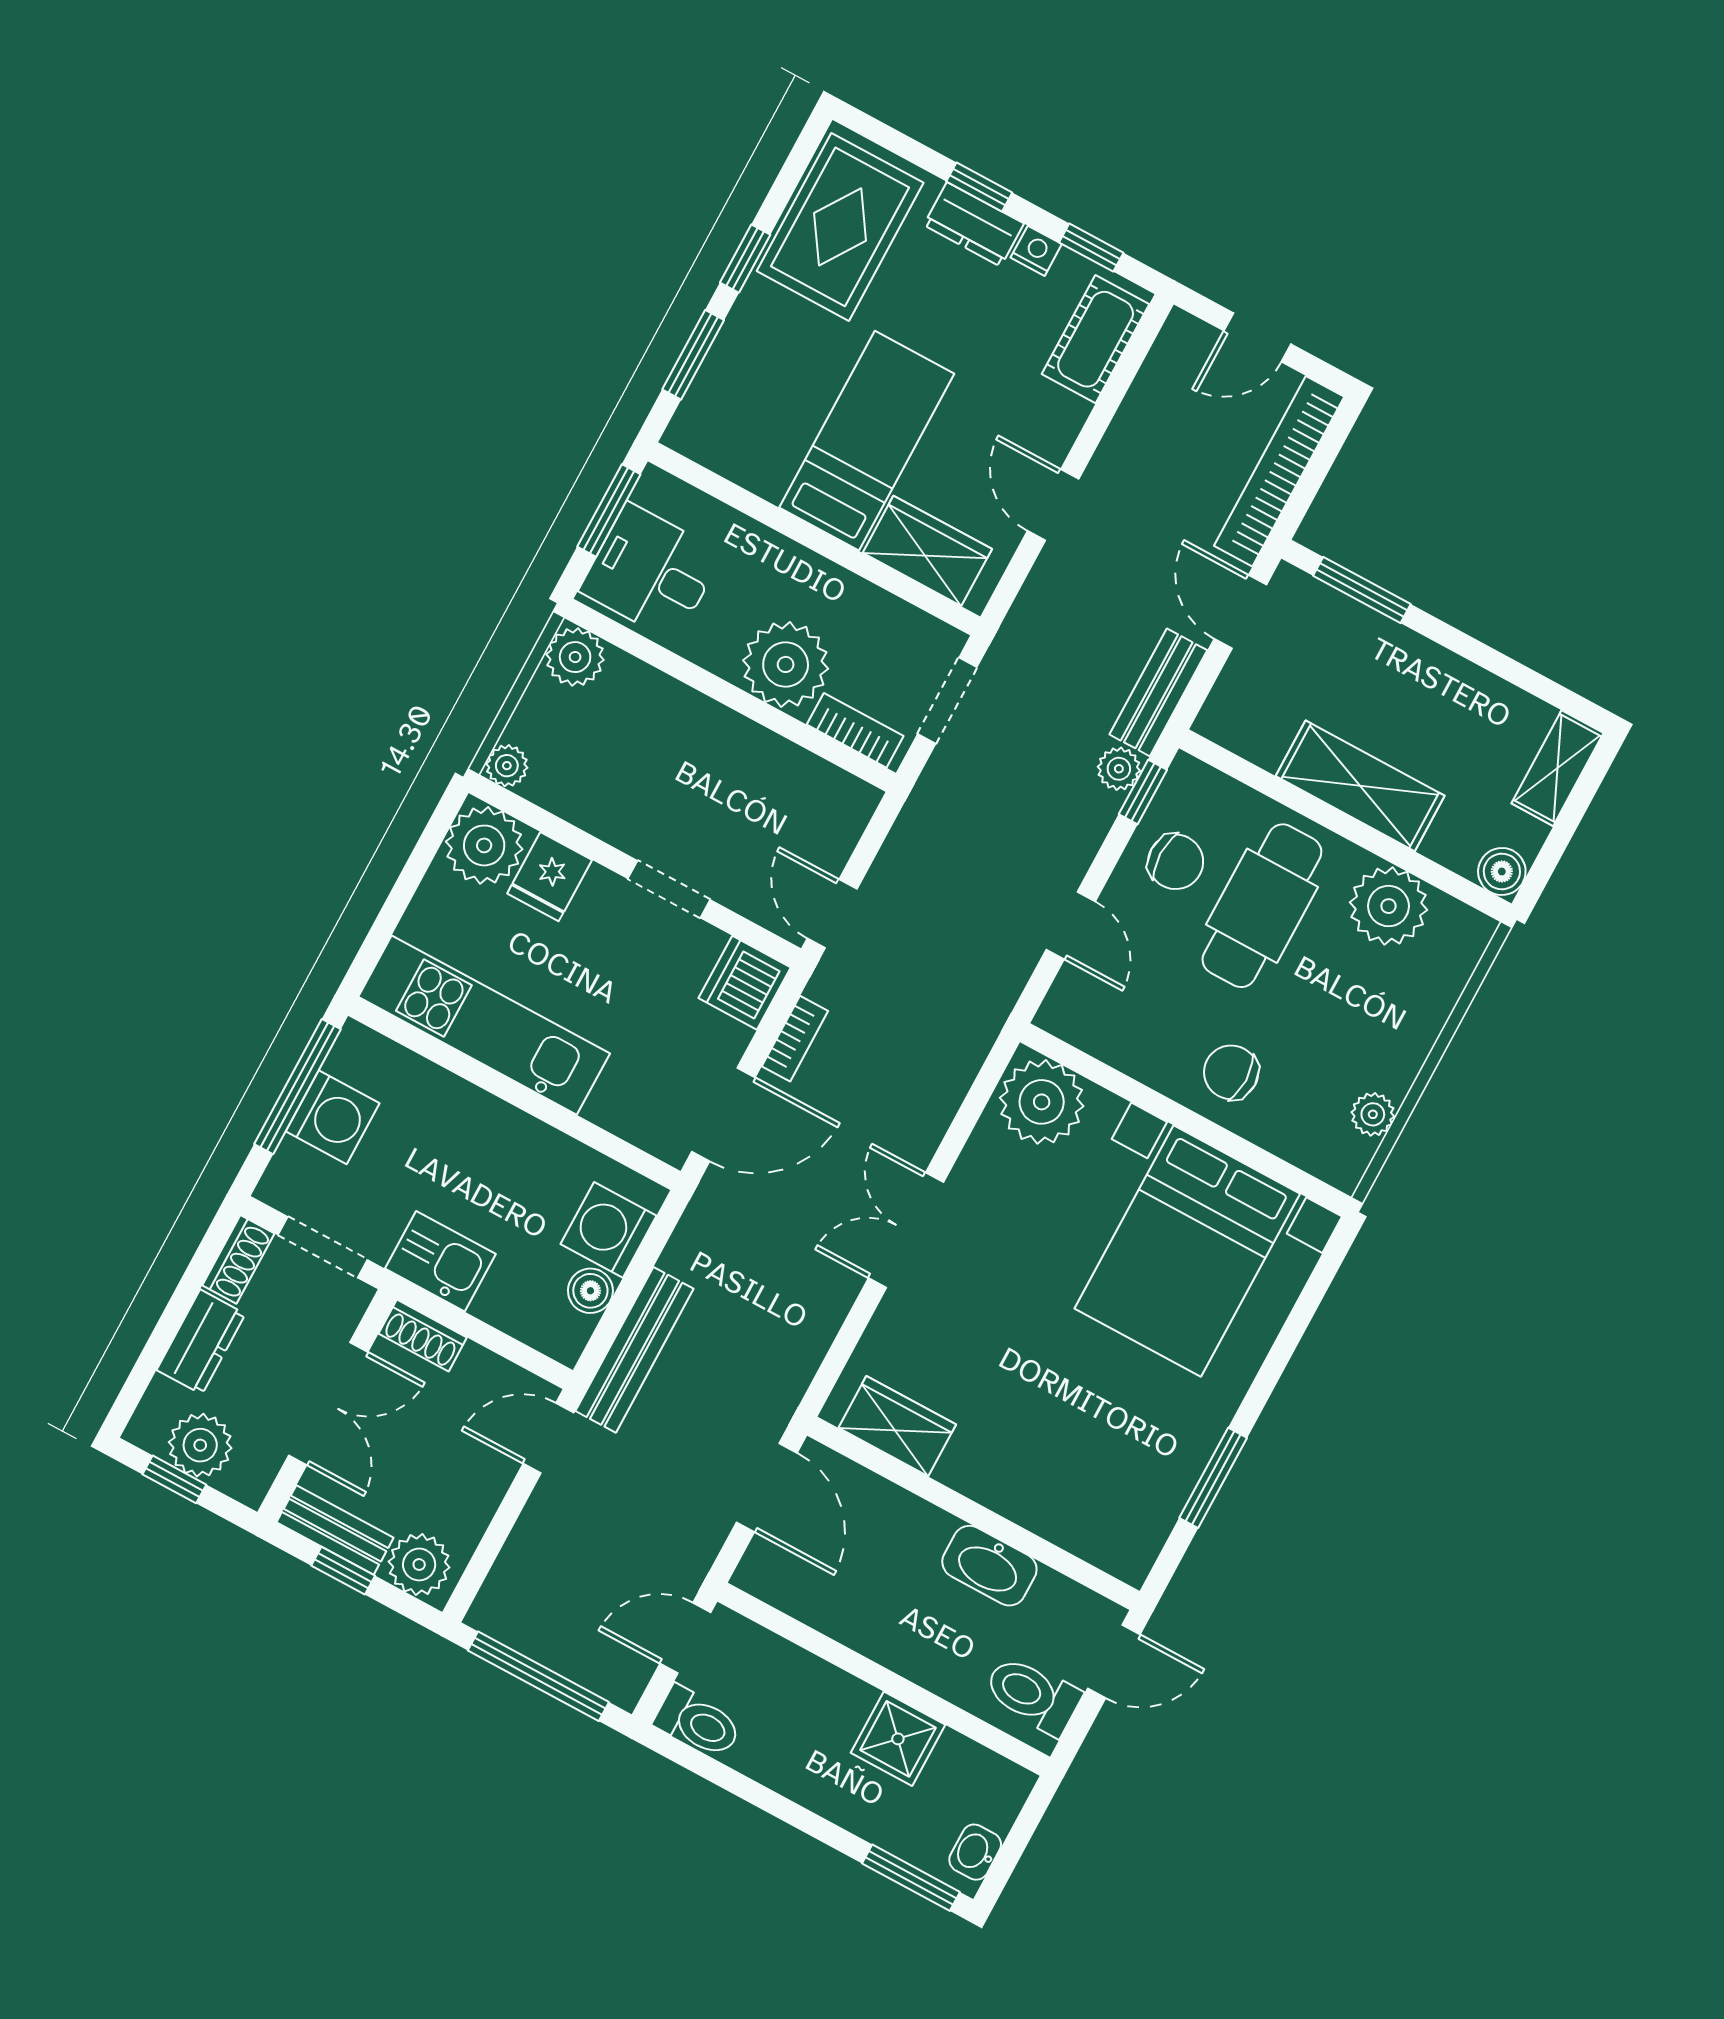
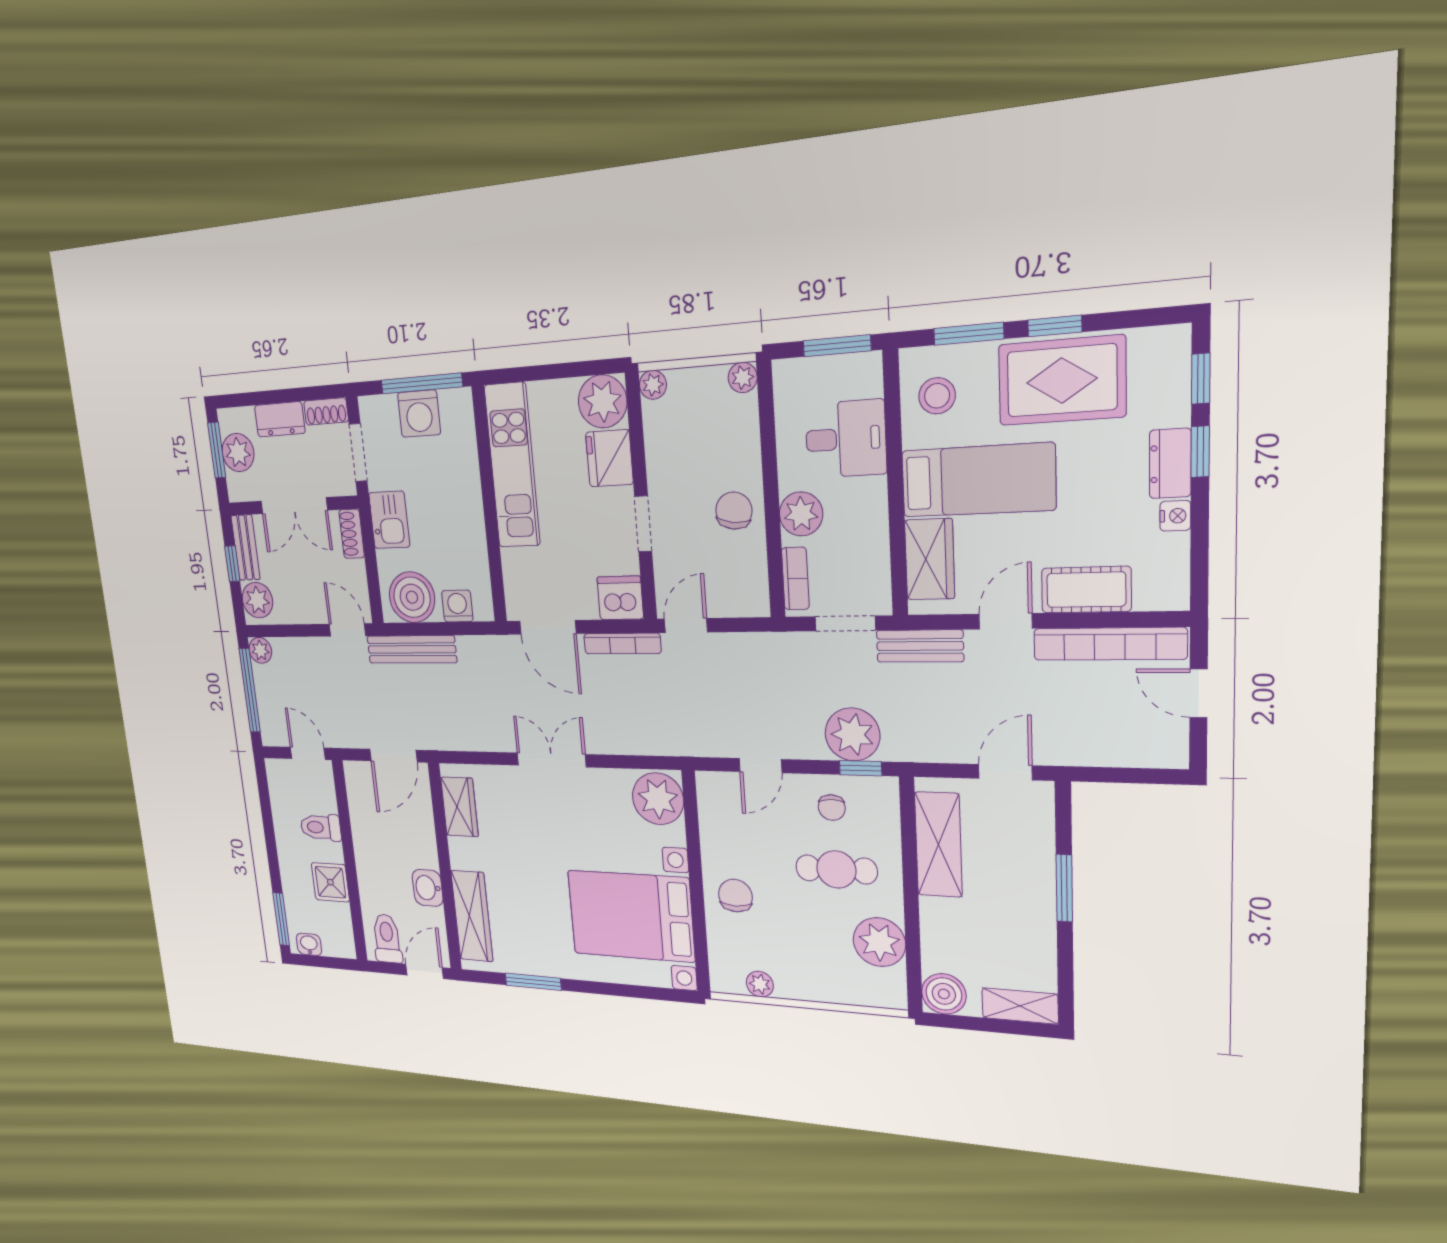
rug: (840, 227) -> (1062, 381), moved
window: (1091, 248) -> (1201, 379), moved
cot: (1096, 339) -> (1086, 590), moved
stool: (741, 430) -> (937, 396), added
bookcase: (1279, 471) -> (1109, 644), moved, turned 180
desk: (651, 572) -> (846, 439), moved, turned 90
window: (1362, 590) -> (1064, 888), moved
plant: (575, 657) -> (743, 377), width x0.73, depth x0.73
plant: (786, 664) -> (801, 514), width x0.73, depth x0.73
bench: (1158, 692) -> (920, 646), moved
chair: (725, 758) -> (734, 511), added
plant: (1119, 769) -> (852, 734), width x1.88, depth x1.88
shelving: (1360, 786) -> (938, 845), moved
chair: (1176, 862) -> (832, 808), width x0.73, depth x0.73
boiler: (1502, 872) -> (944, 994), width x1.36, depth x1.36
fridge: (550, 877) -> (609, 458), width x1.38
cafe table: (1262, 906) -> (836, 869), width x0.73, depth x0.74
bookcase: (795, 1039) -> (622, 644), width x1.56
washing machine: (608, 1230) -> (457, 606), width x0.73, depth x0.73
boiler: (590, 1291) -> (412, 597), width x1.86, depth x1.86
window: (174, 1479) -> (217, 450), width x1.50
wardrobe: (1068, 1517) -> (472, 916), added
washbasin: (989, 1566) -> (428, 888), width x0.72
plant: (492, 1613) -> (260, 650), added
door: (1114, 1661) -> (425, 971), swing flipped
toilet: (698, 1722) -> (321, 827), moved, turned 90

